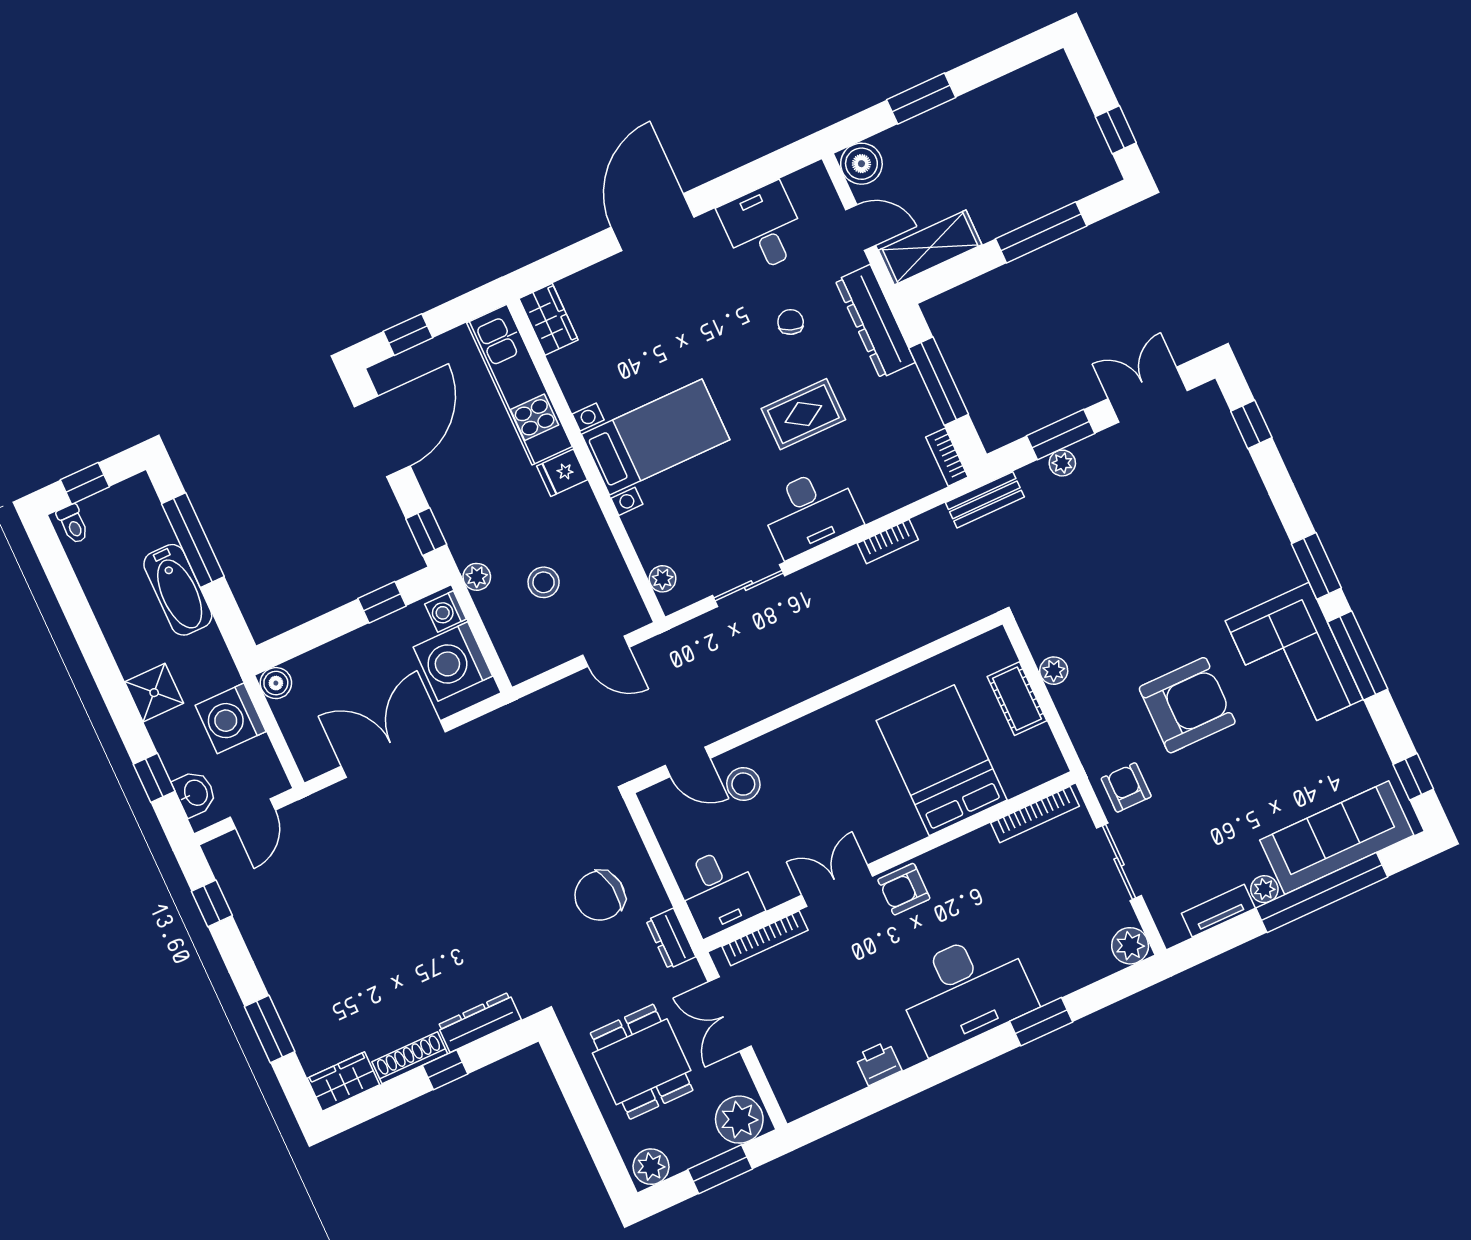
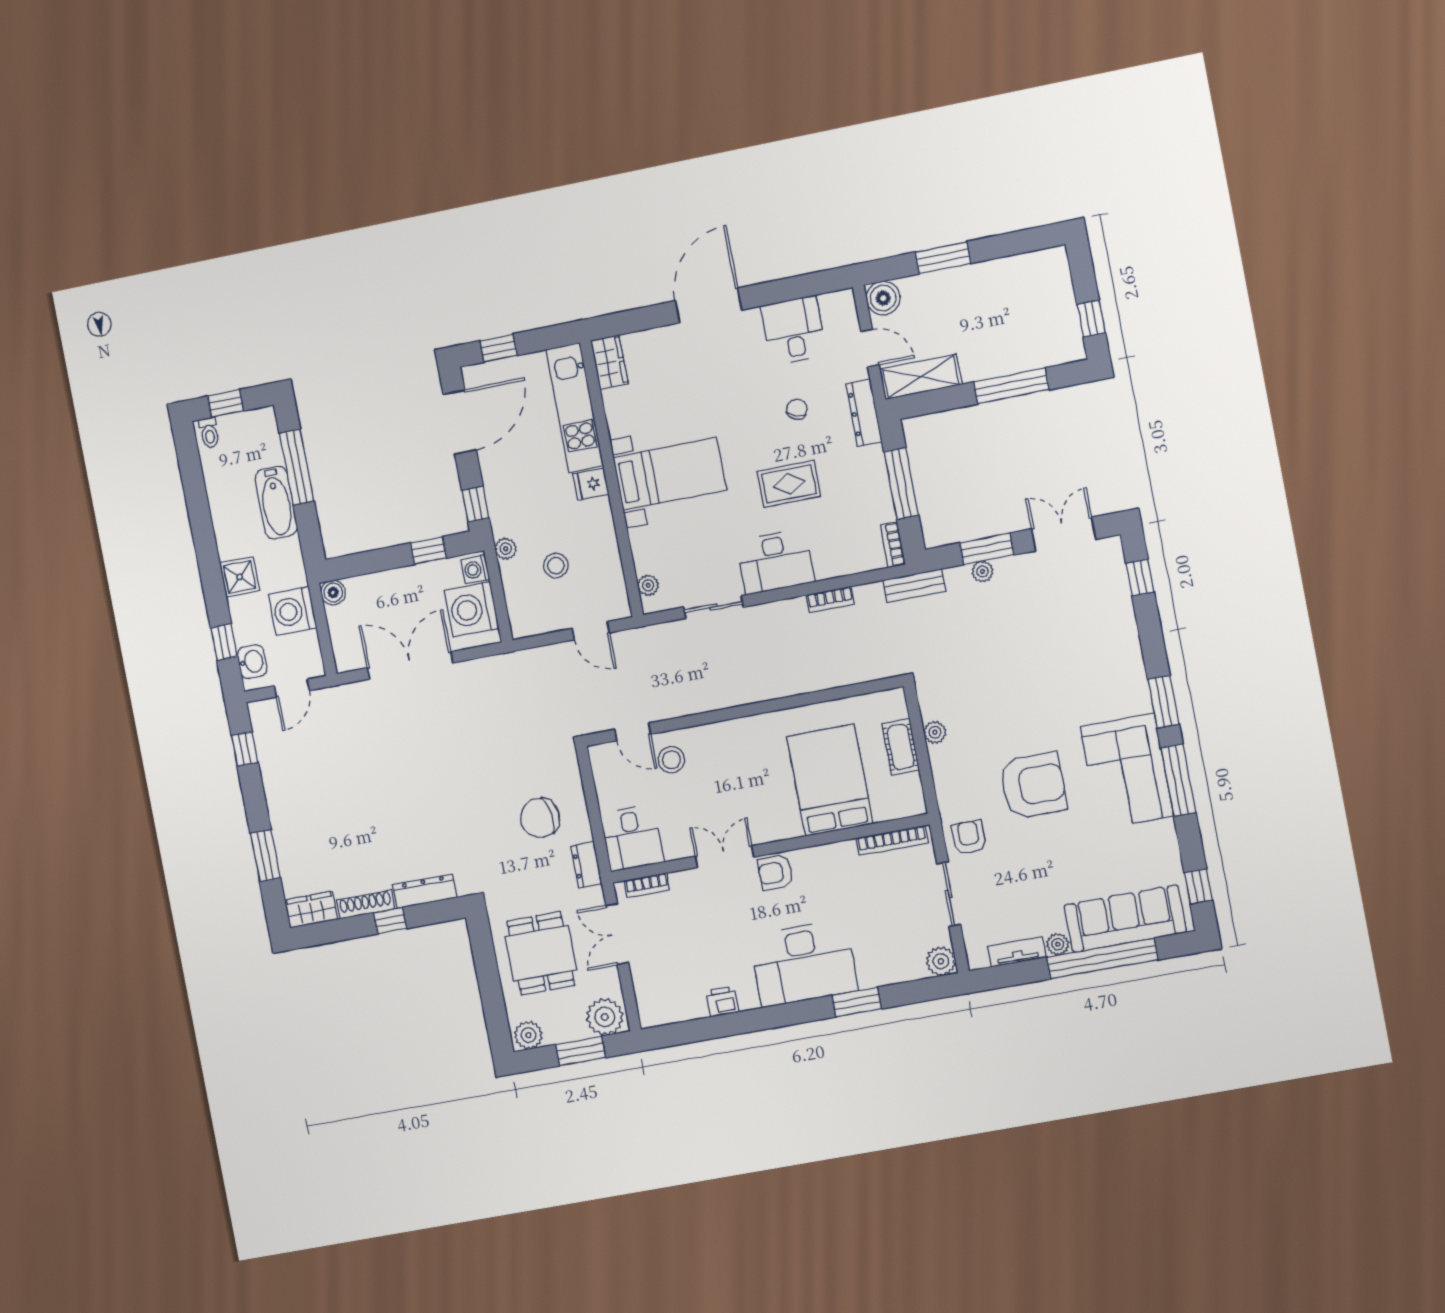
dresser: (875, 321) -> (864, 413), width x0.73, depth x0.80
bookcase: (765, 938) -> (647, 885), width x0.64

